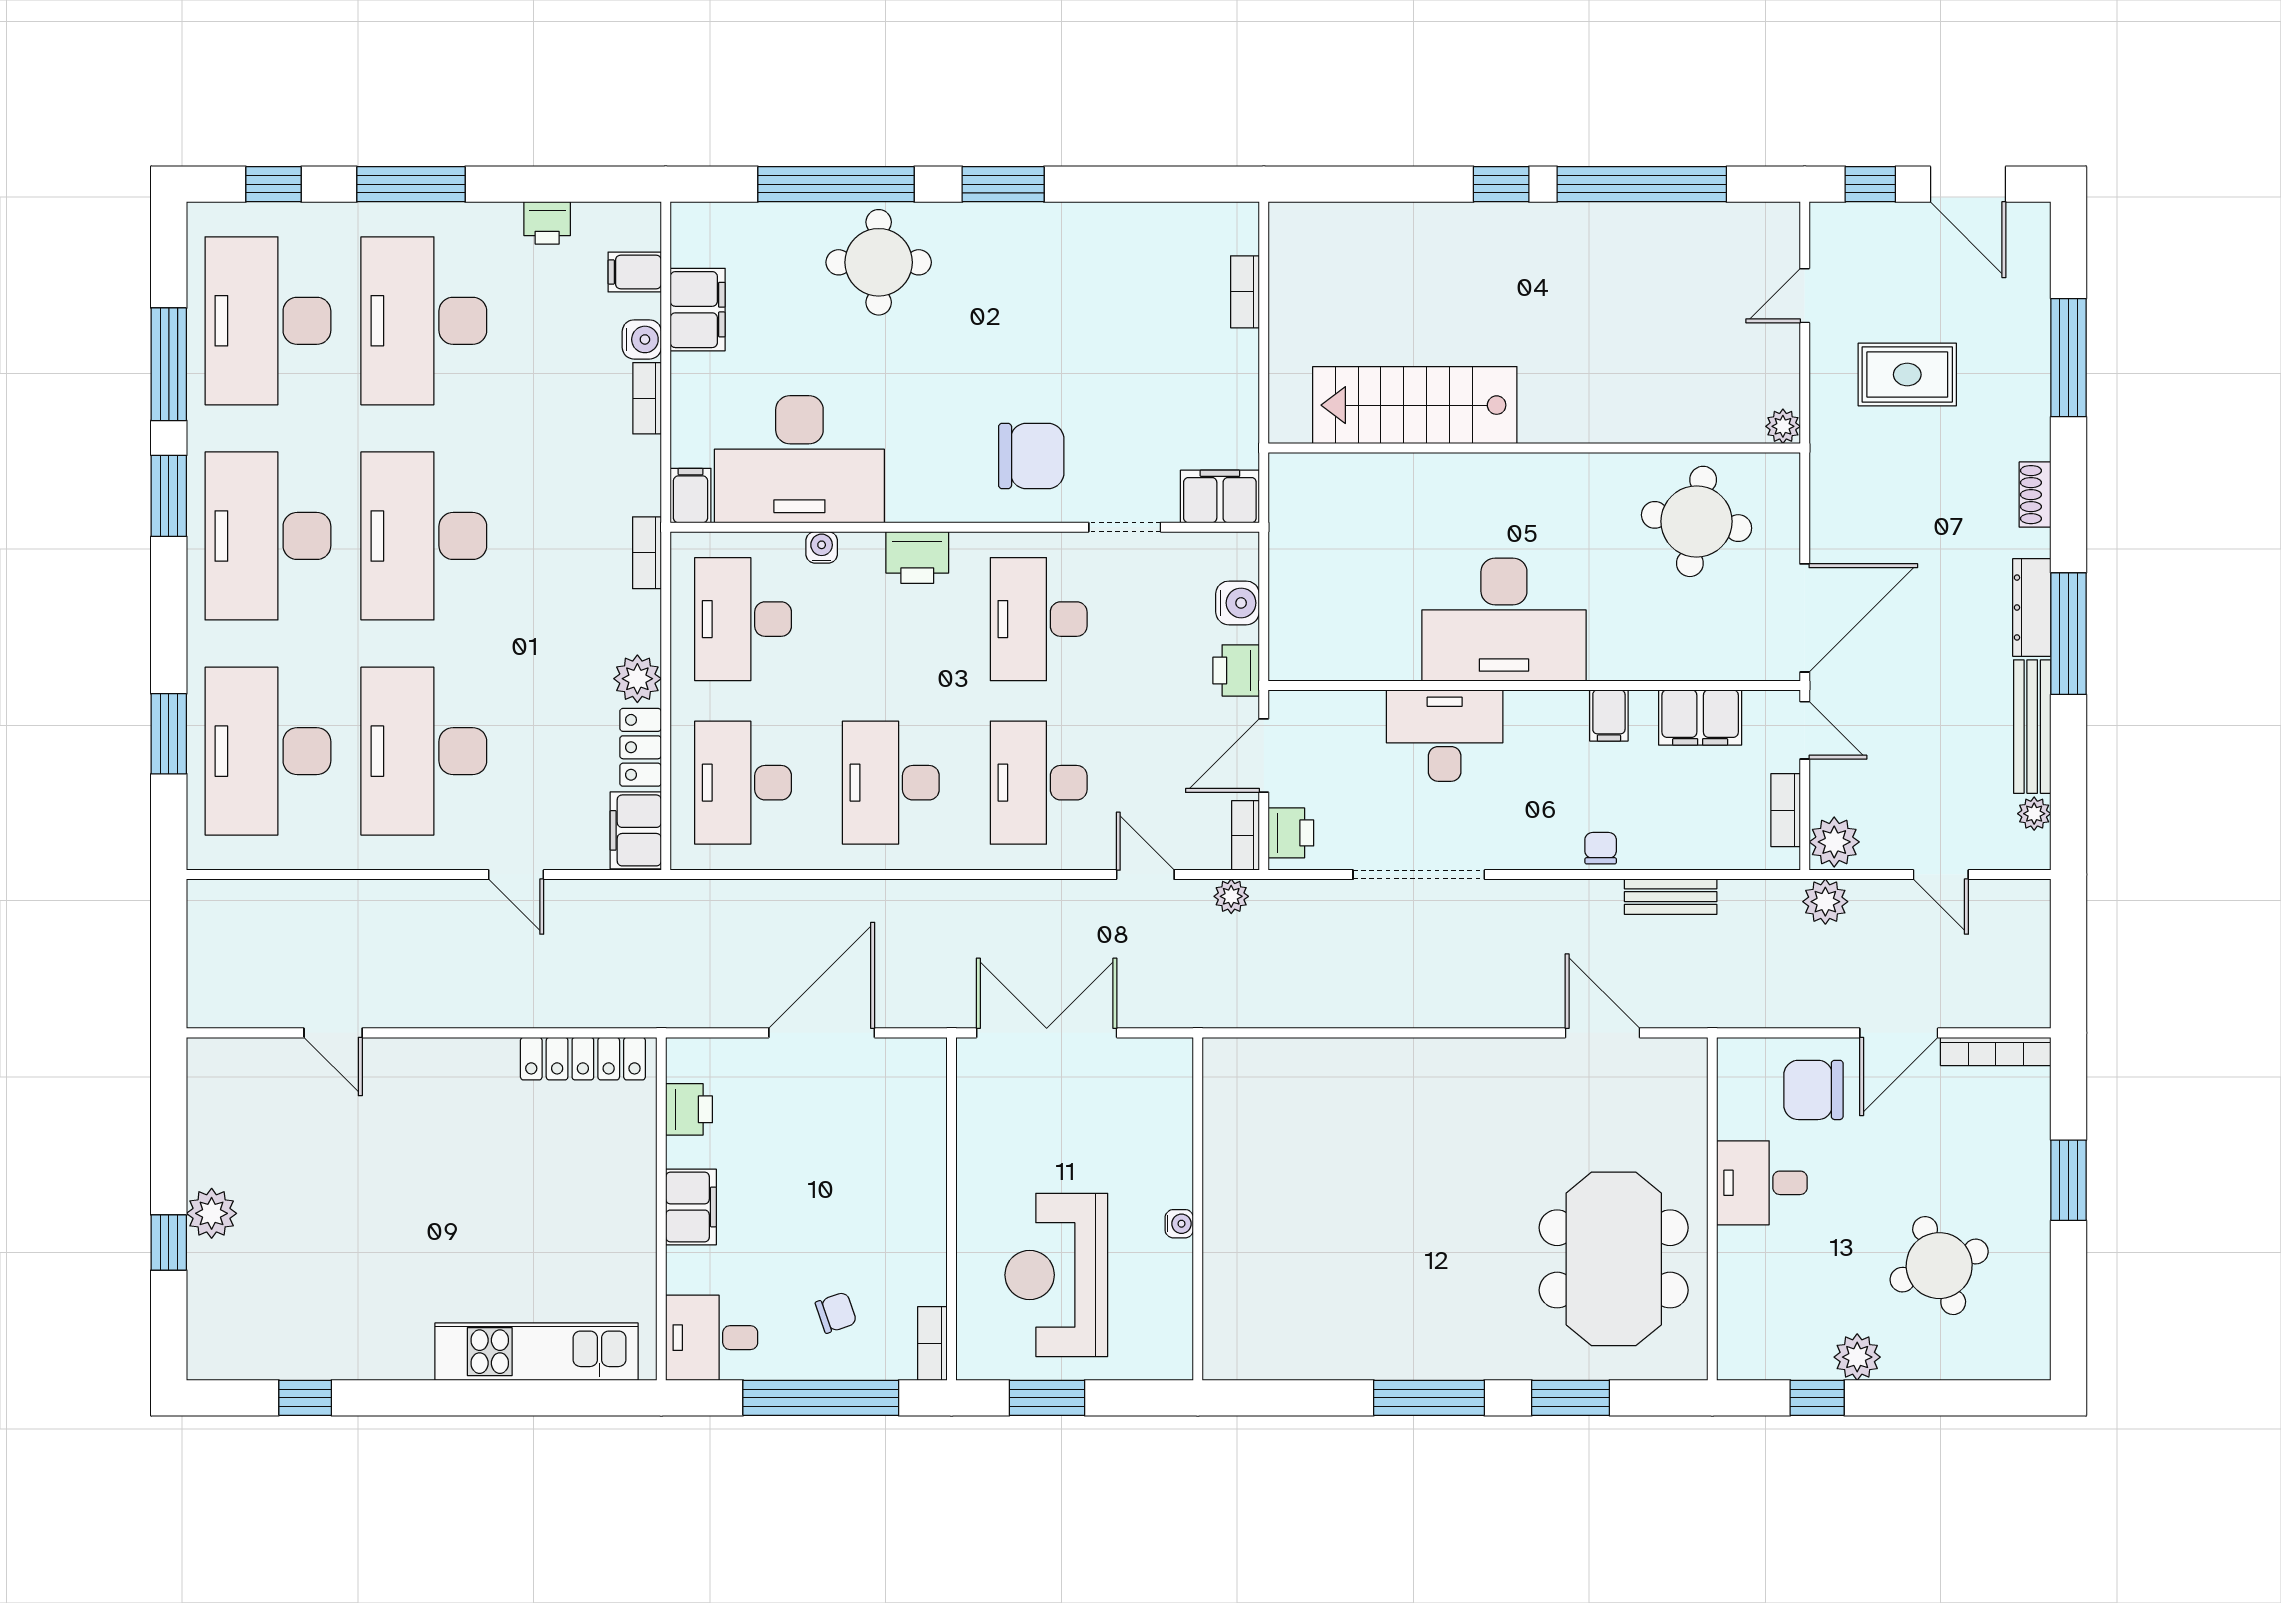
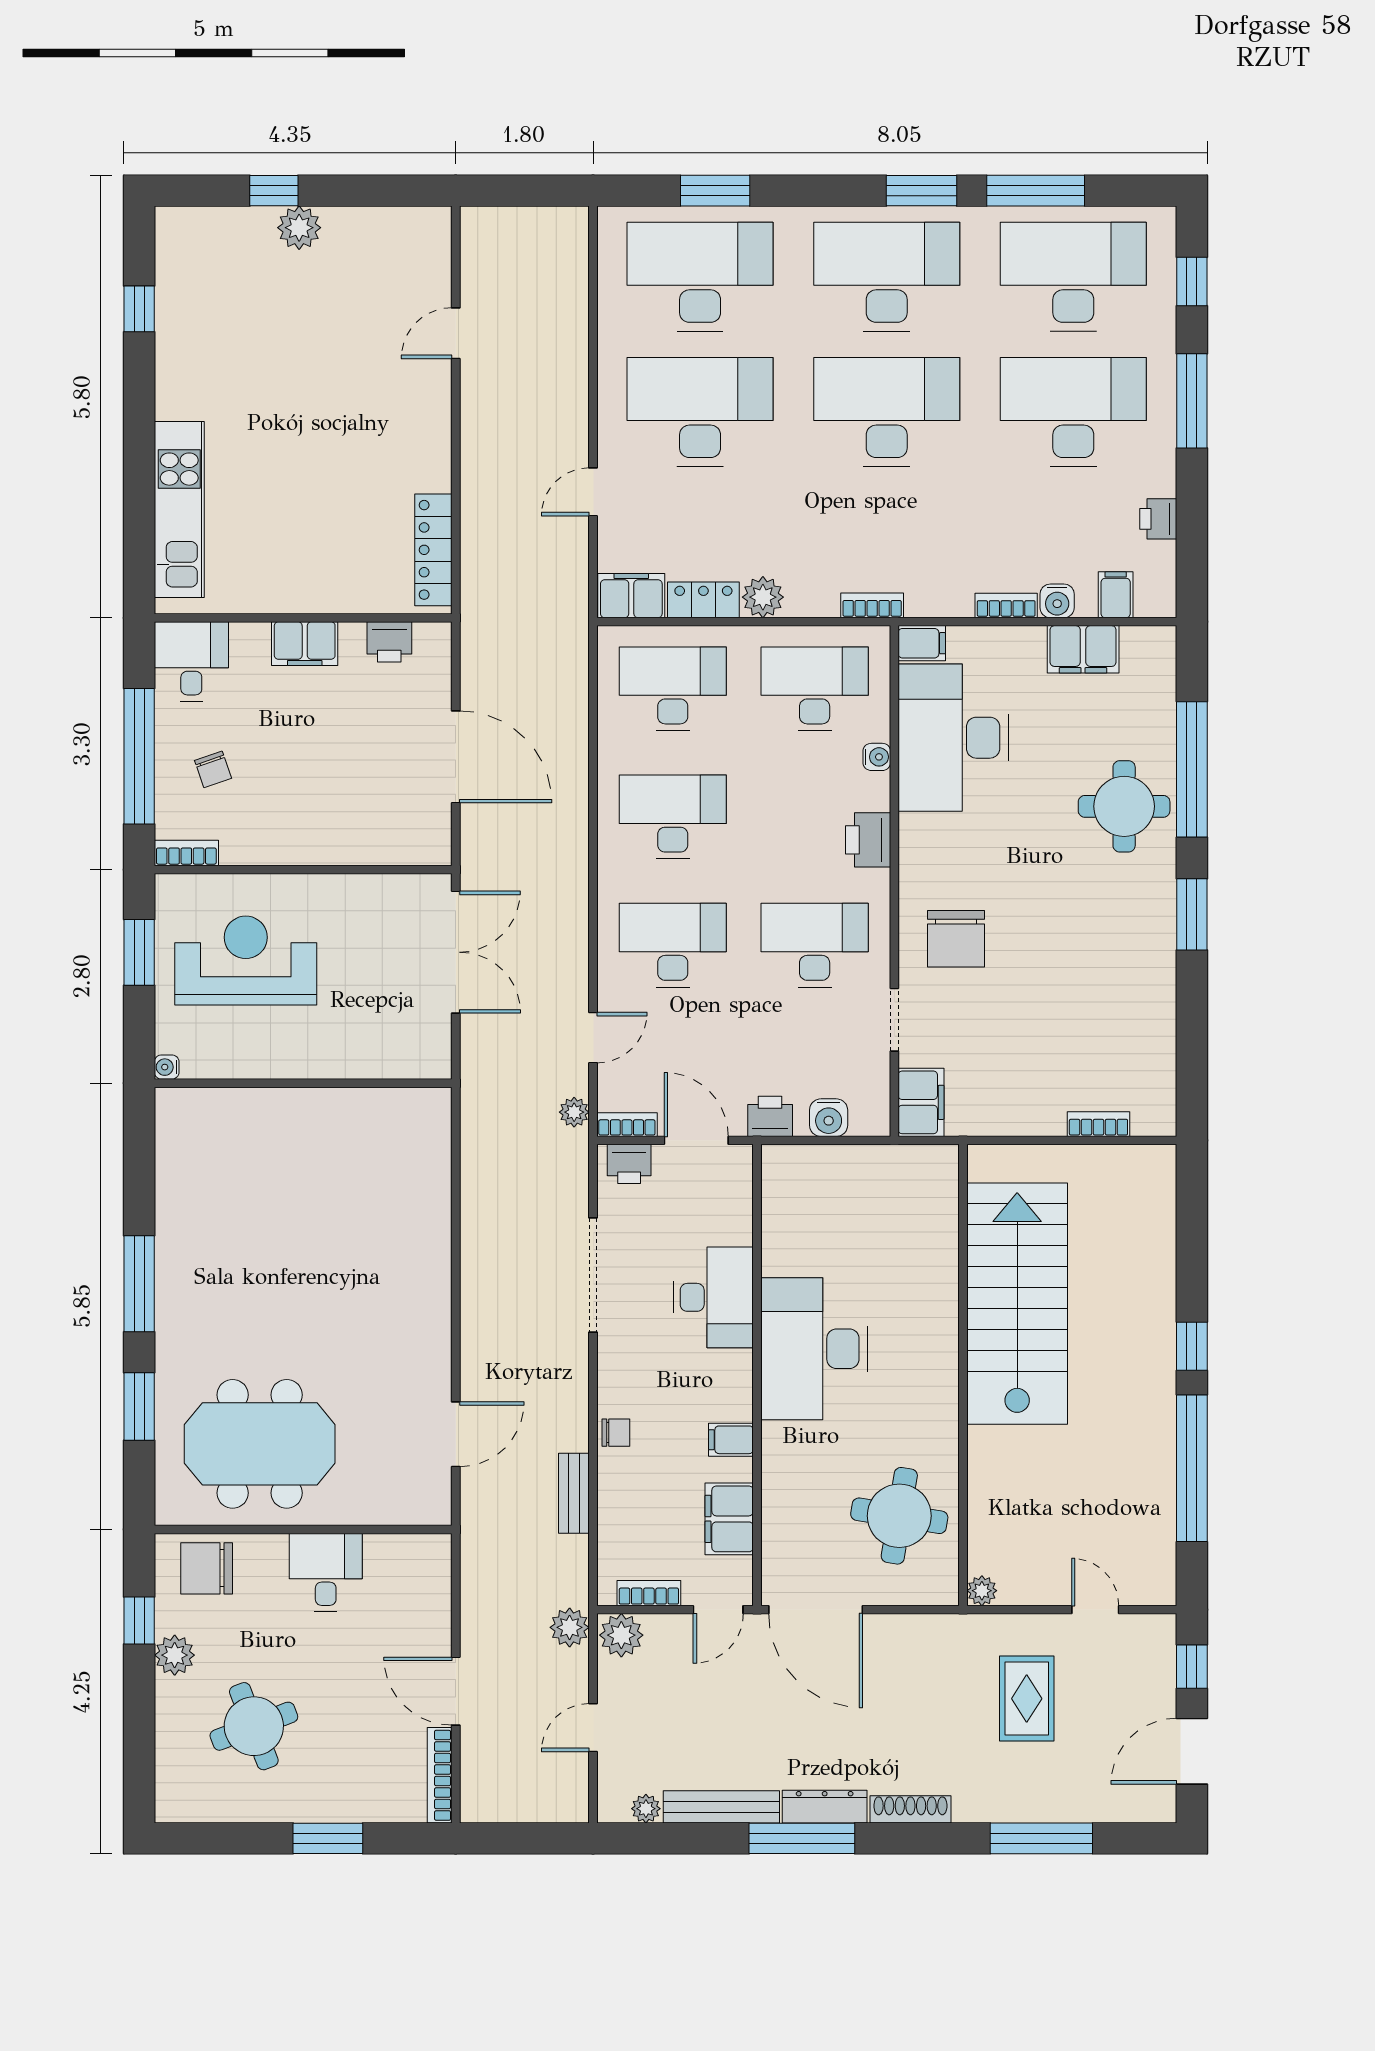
stairs: (1415, 405) -> (1017, 1304), width x1.36, depth x1.51
shoe rack: (2035, 495) -> (910, 1809), width x1.43
chair: (1813, 1090) -> (207, 1568), moved, turned -90
water cooler: (1179, 1224) -> (167, 1067), moved, turned 90

